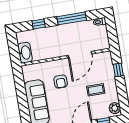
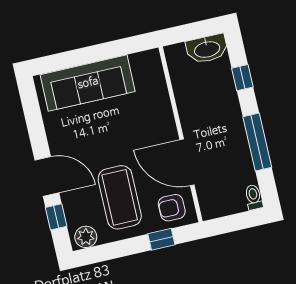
washbasin: (25, 53) -> (207, 49), moved
armchair: (61, 82) -> (172, 208), moved
coffee table: (96, 90) -> (120, 197), width x1.86, depth x1.72

